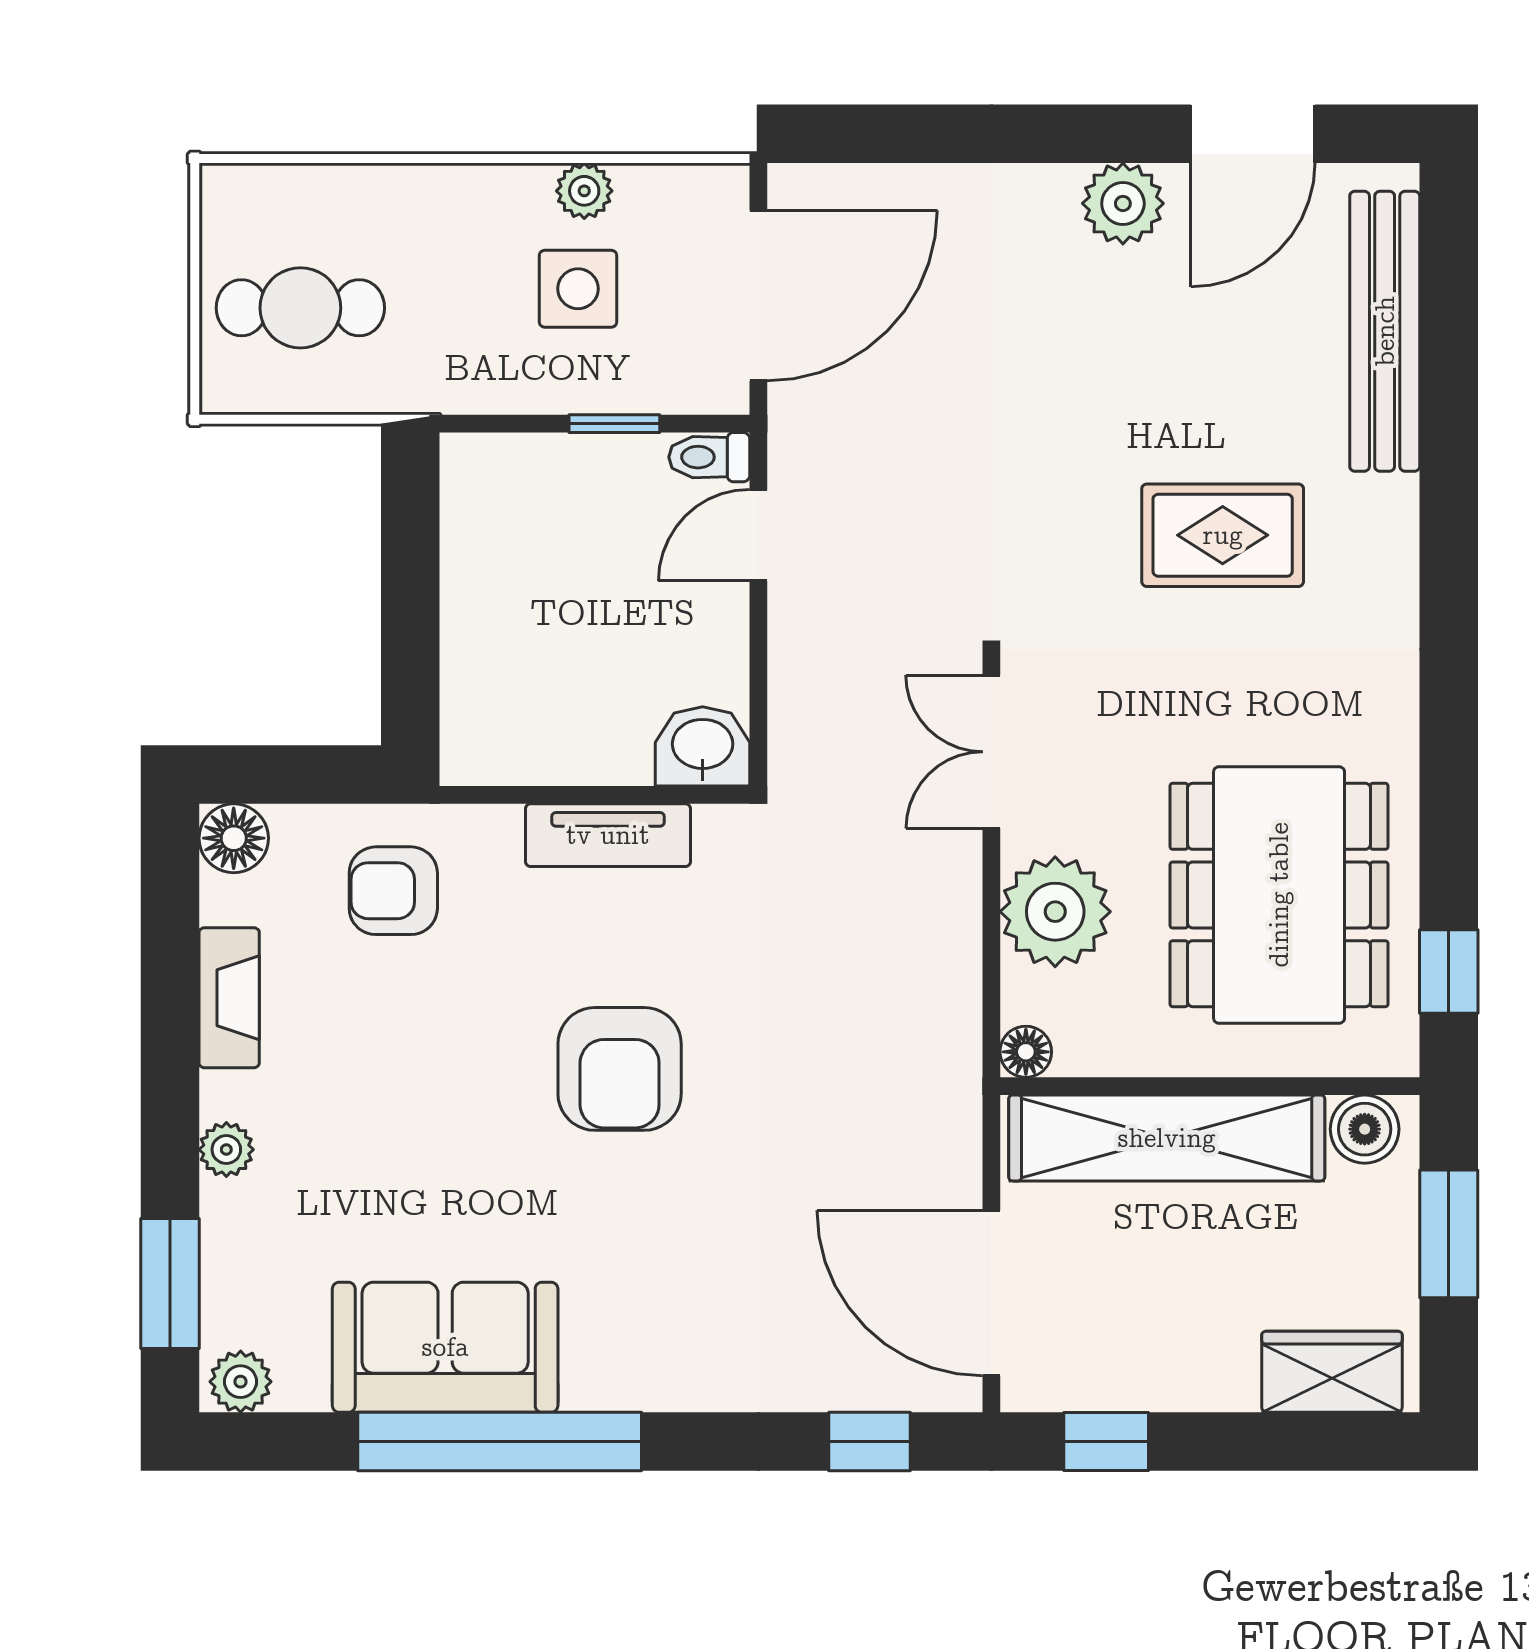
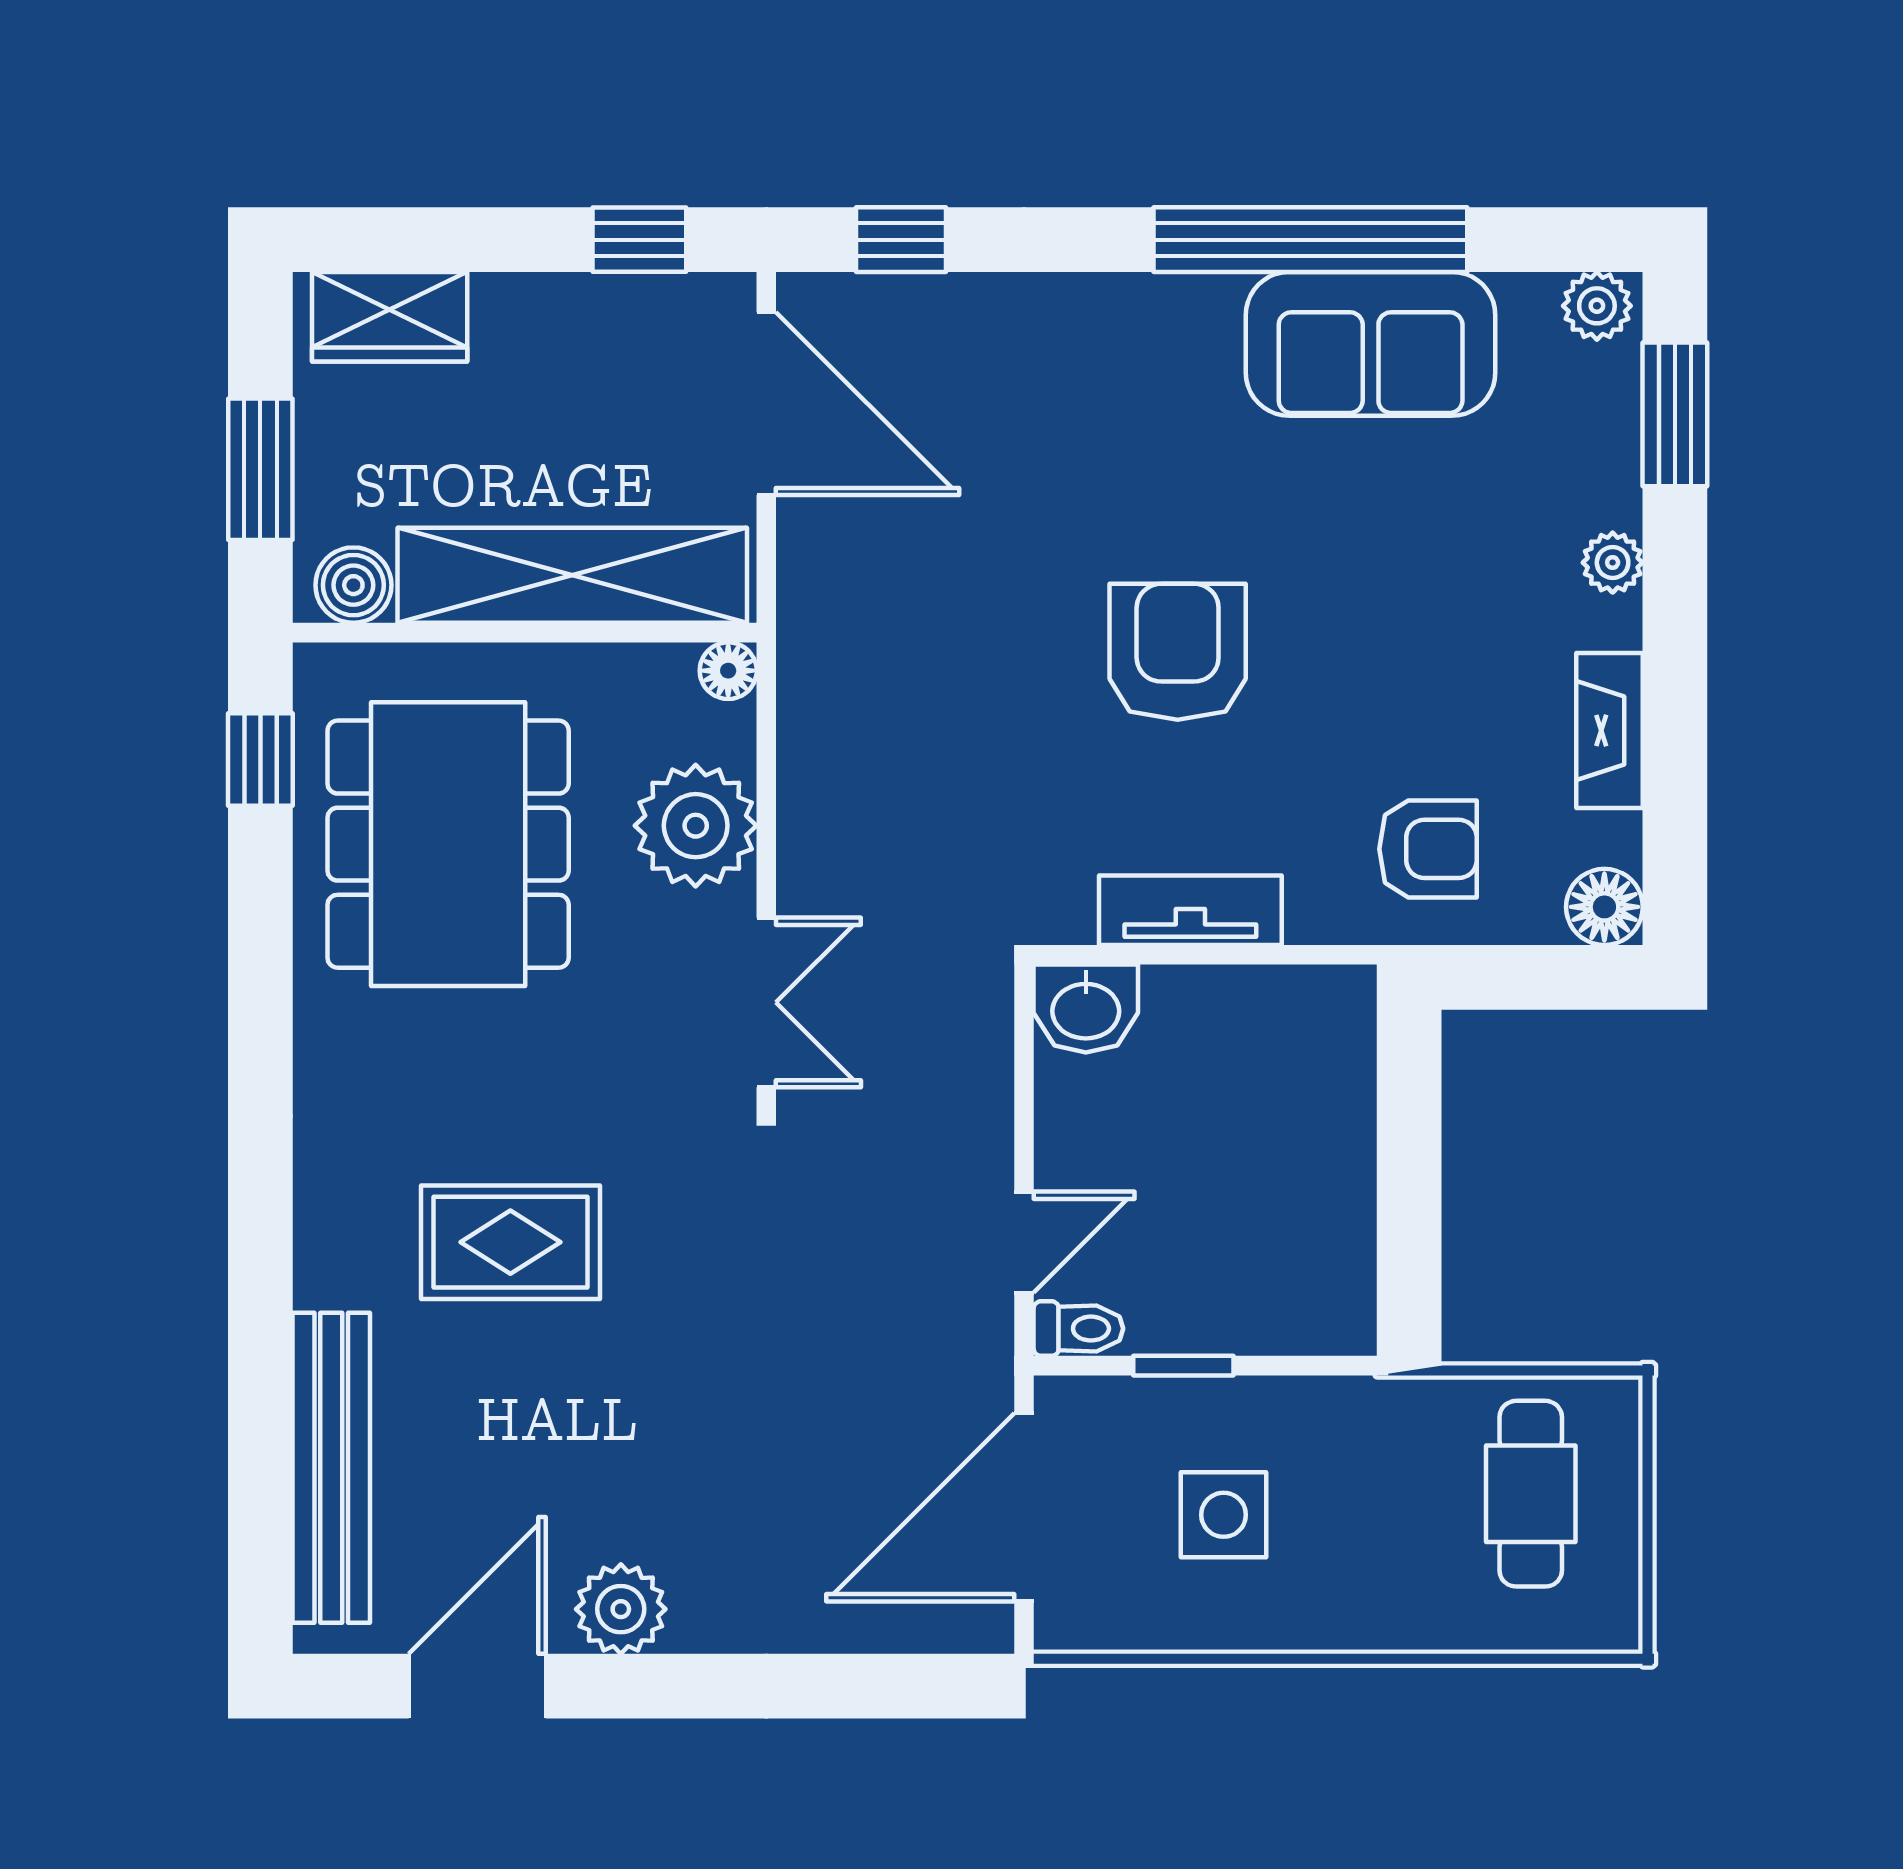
plant: (584, 191) -> (1217, 1623), removed
cafe table: (300, 308) -> (1531, 1494), turned 90

